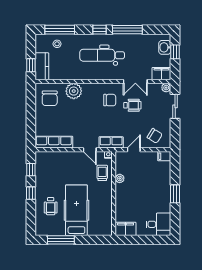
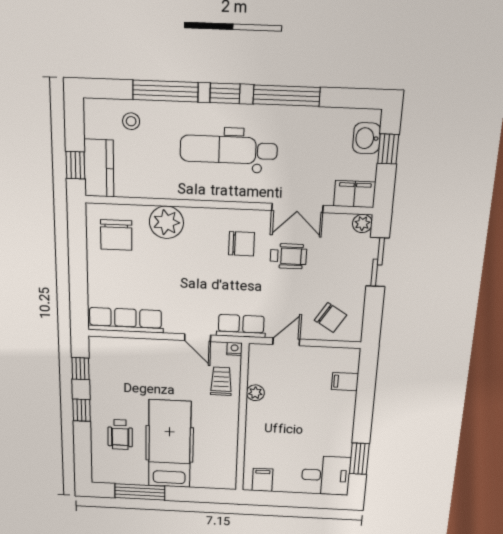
window: (60, 30) -> (165, 91), moved
filing cabinet: (164, 156) -> (345, 382), moved
window: (175, 194) -> (359, 459), moved
filing cabinet: (126, 229) -> (262, 480), width x0.50

